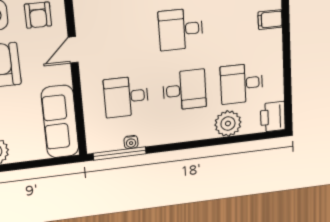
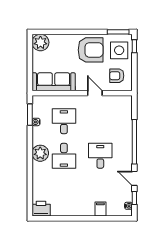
desk: (242, 84) -> (64, 190), removed
plant: (228, 124) -> (40, 153), moved
window: (120, 153) -> (30, 115), width x0.69

